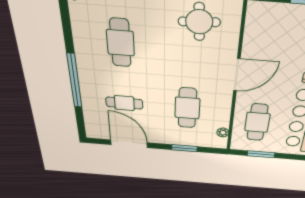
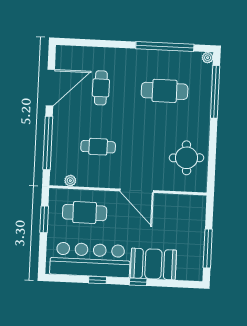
window: (74, 81) -> (165, 46), moved
cafe table: (187, 108) -> (98, 147), width x0.73, depth x0.74
window: (184, 148) -> (48, 143), width x2.11

